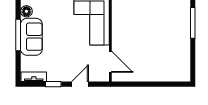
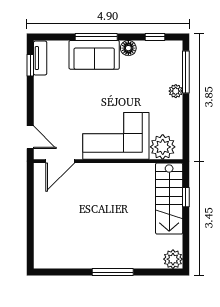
window: (53, 84) -> (30, 65), moved
door: (80, 84) -> (30, 137), moved

